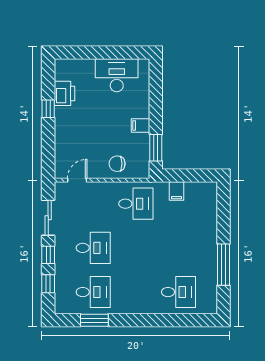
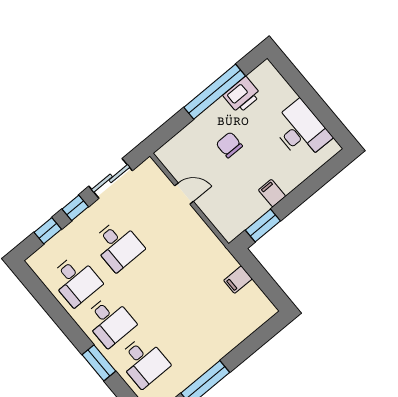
window: (48, 109) -> (215, 92), width x3.17
chair: (117, 164) -> (229, 145), moved
door: (77, 180) -> (184, 194), moved
desk: (136, 204) -> (109, 321), moved
window: (94, 320) -> (99, 363), moved

